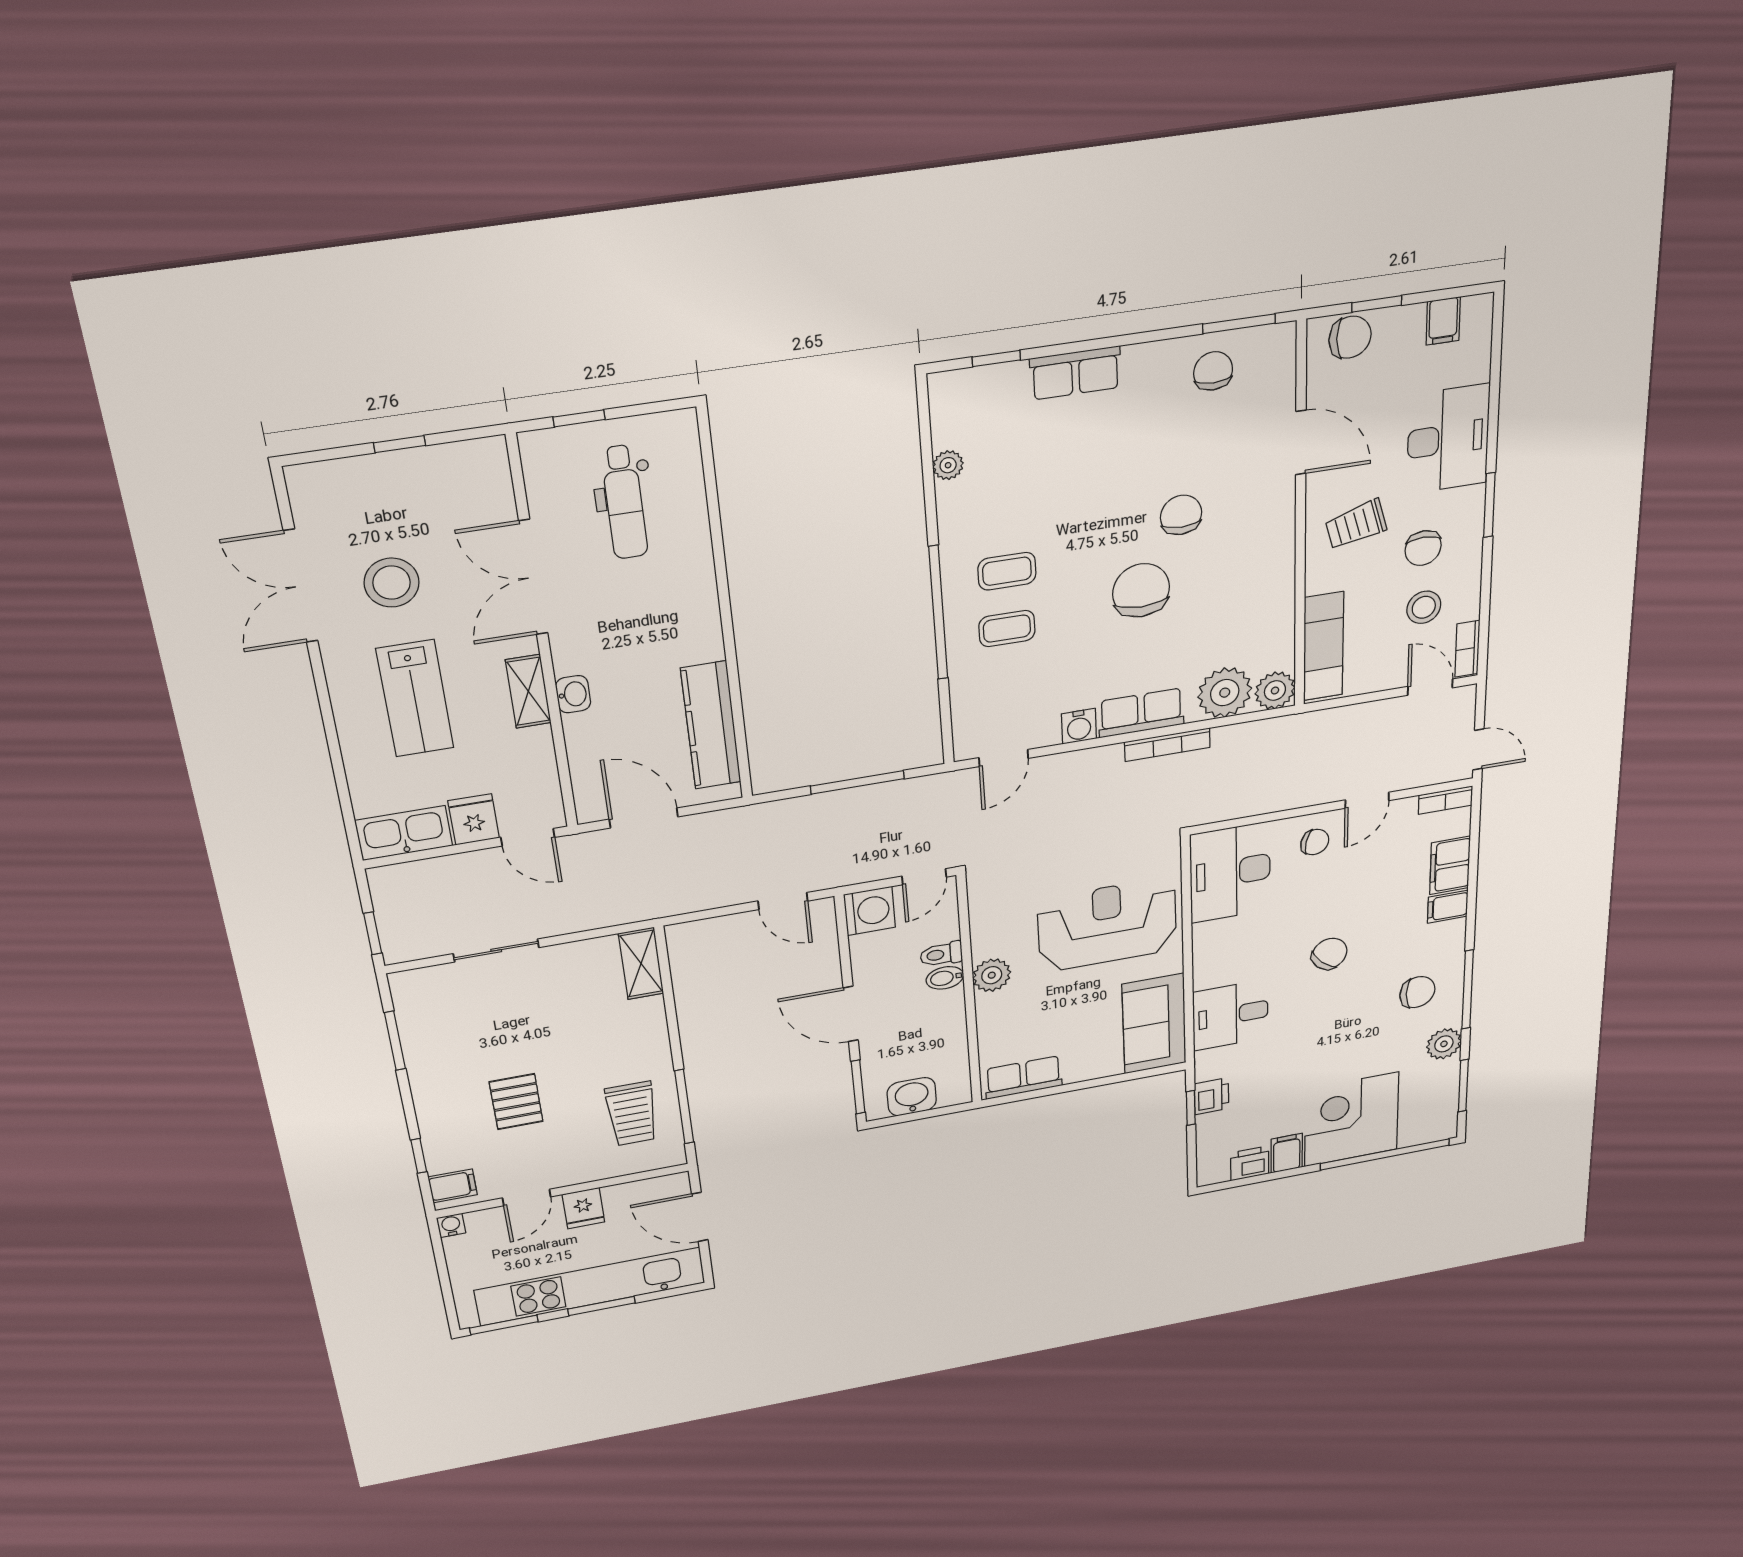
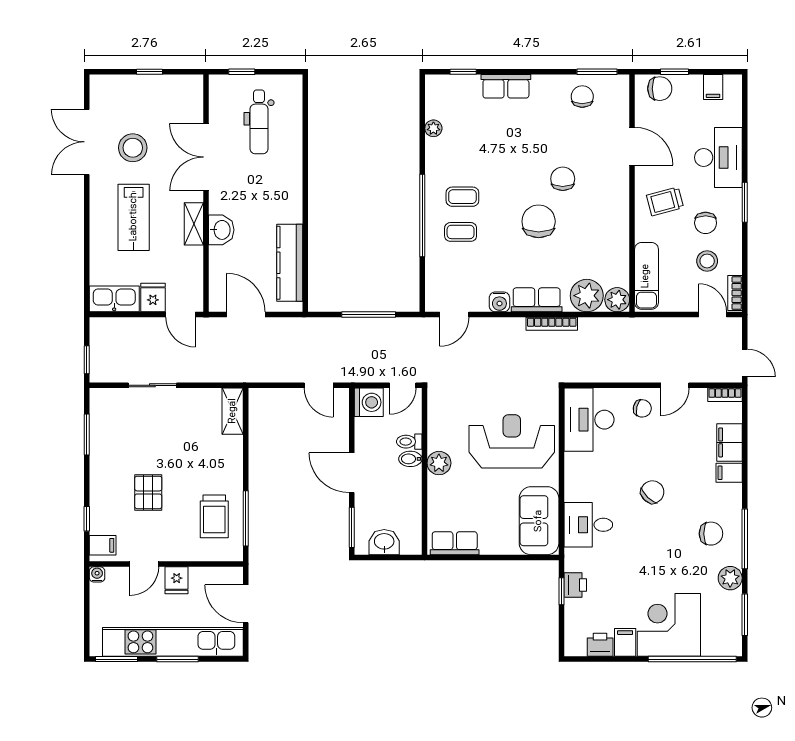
washbasin: (573, 694) -> (221, 230), width x1.38, depth x1.45

